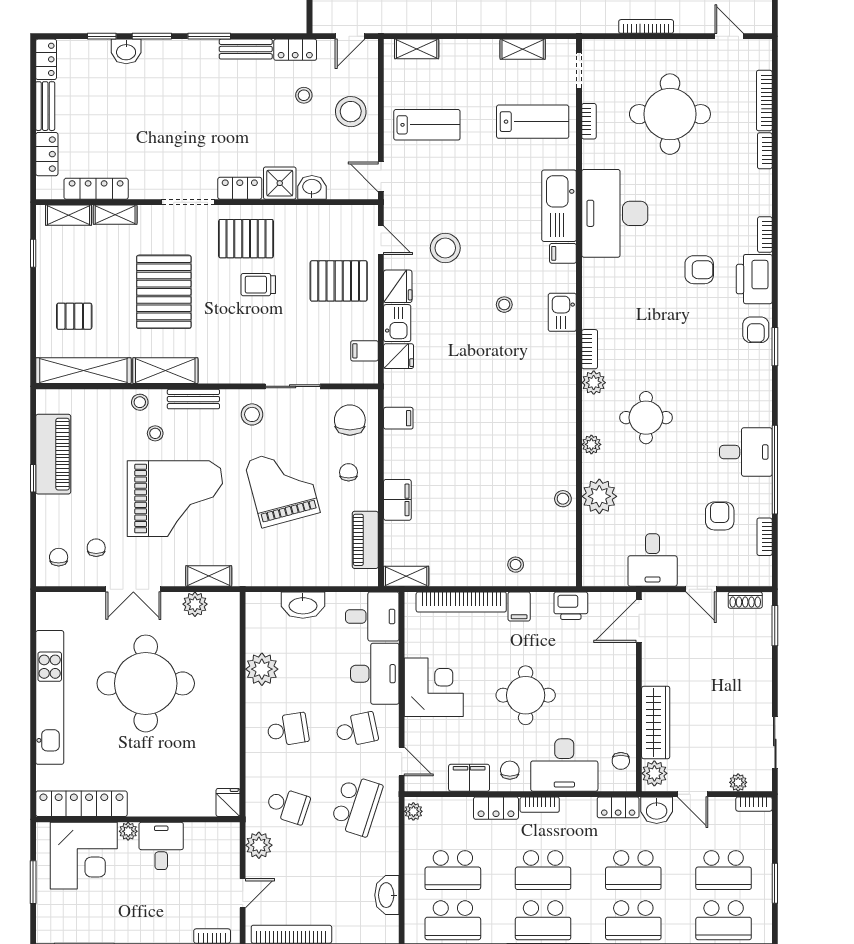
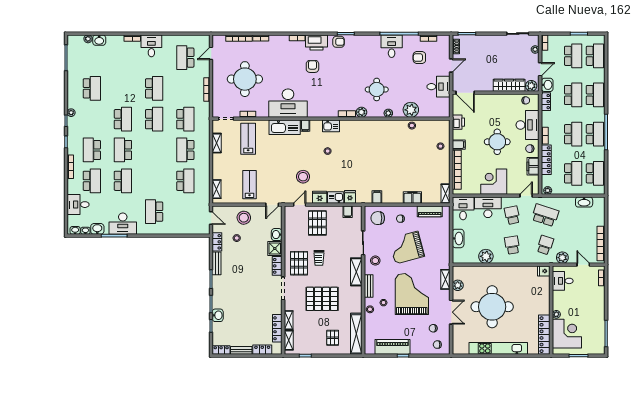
shelving: (165, 371) -> (356, 272), moved
locker: (496, 808) -> (546, 160), width x1.53
desk: (161, 846) -> (563, 281), moved

